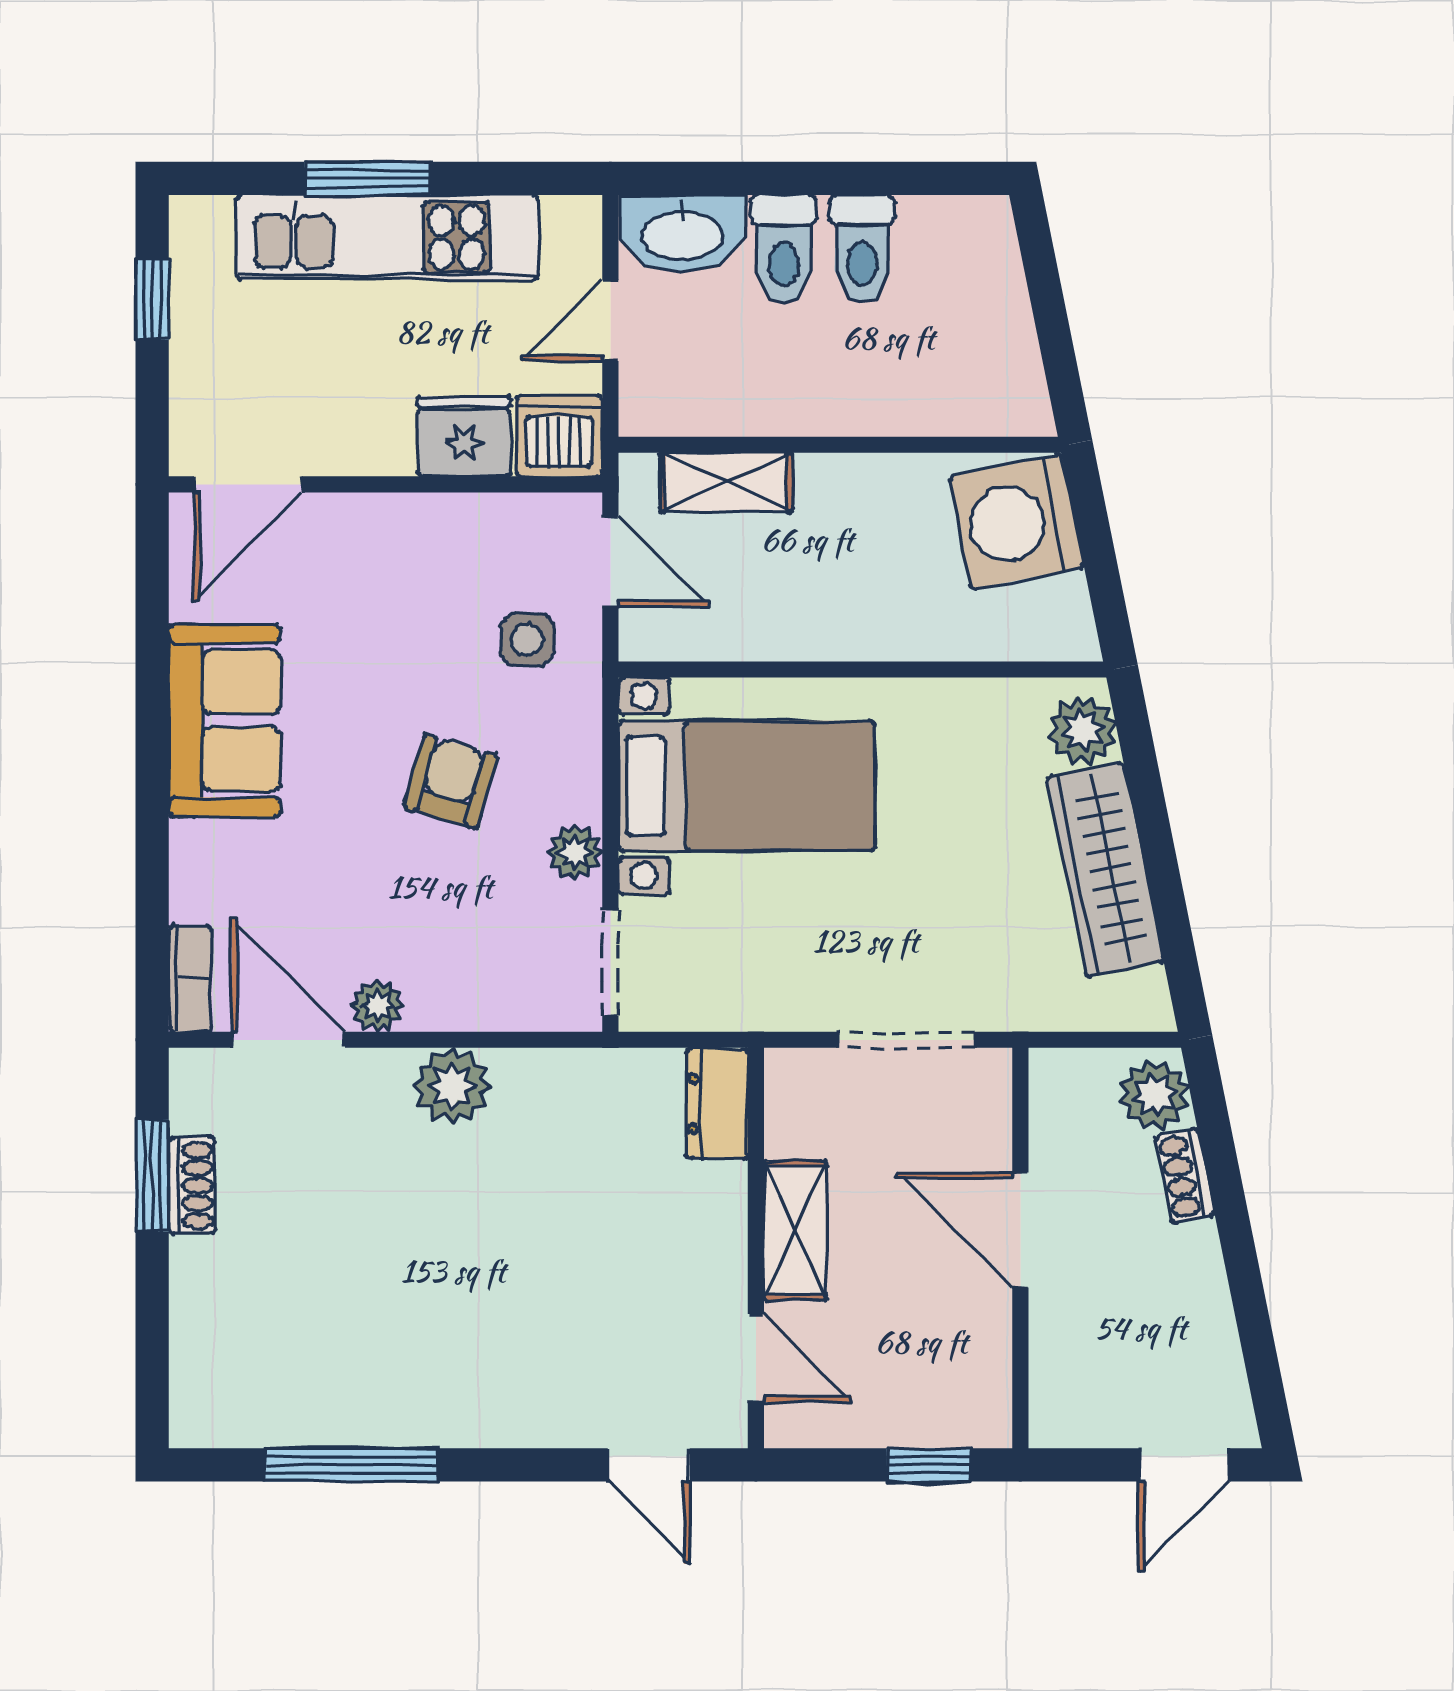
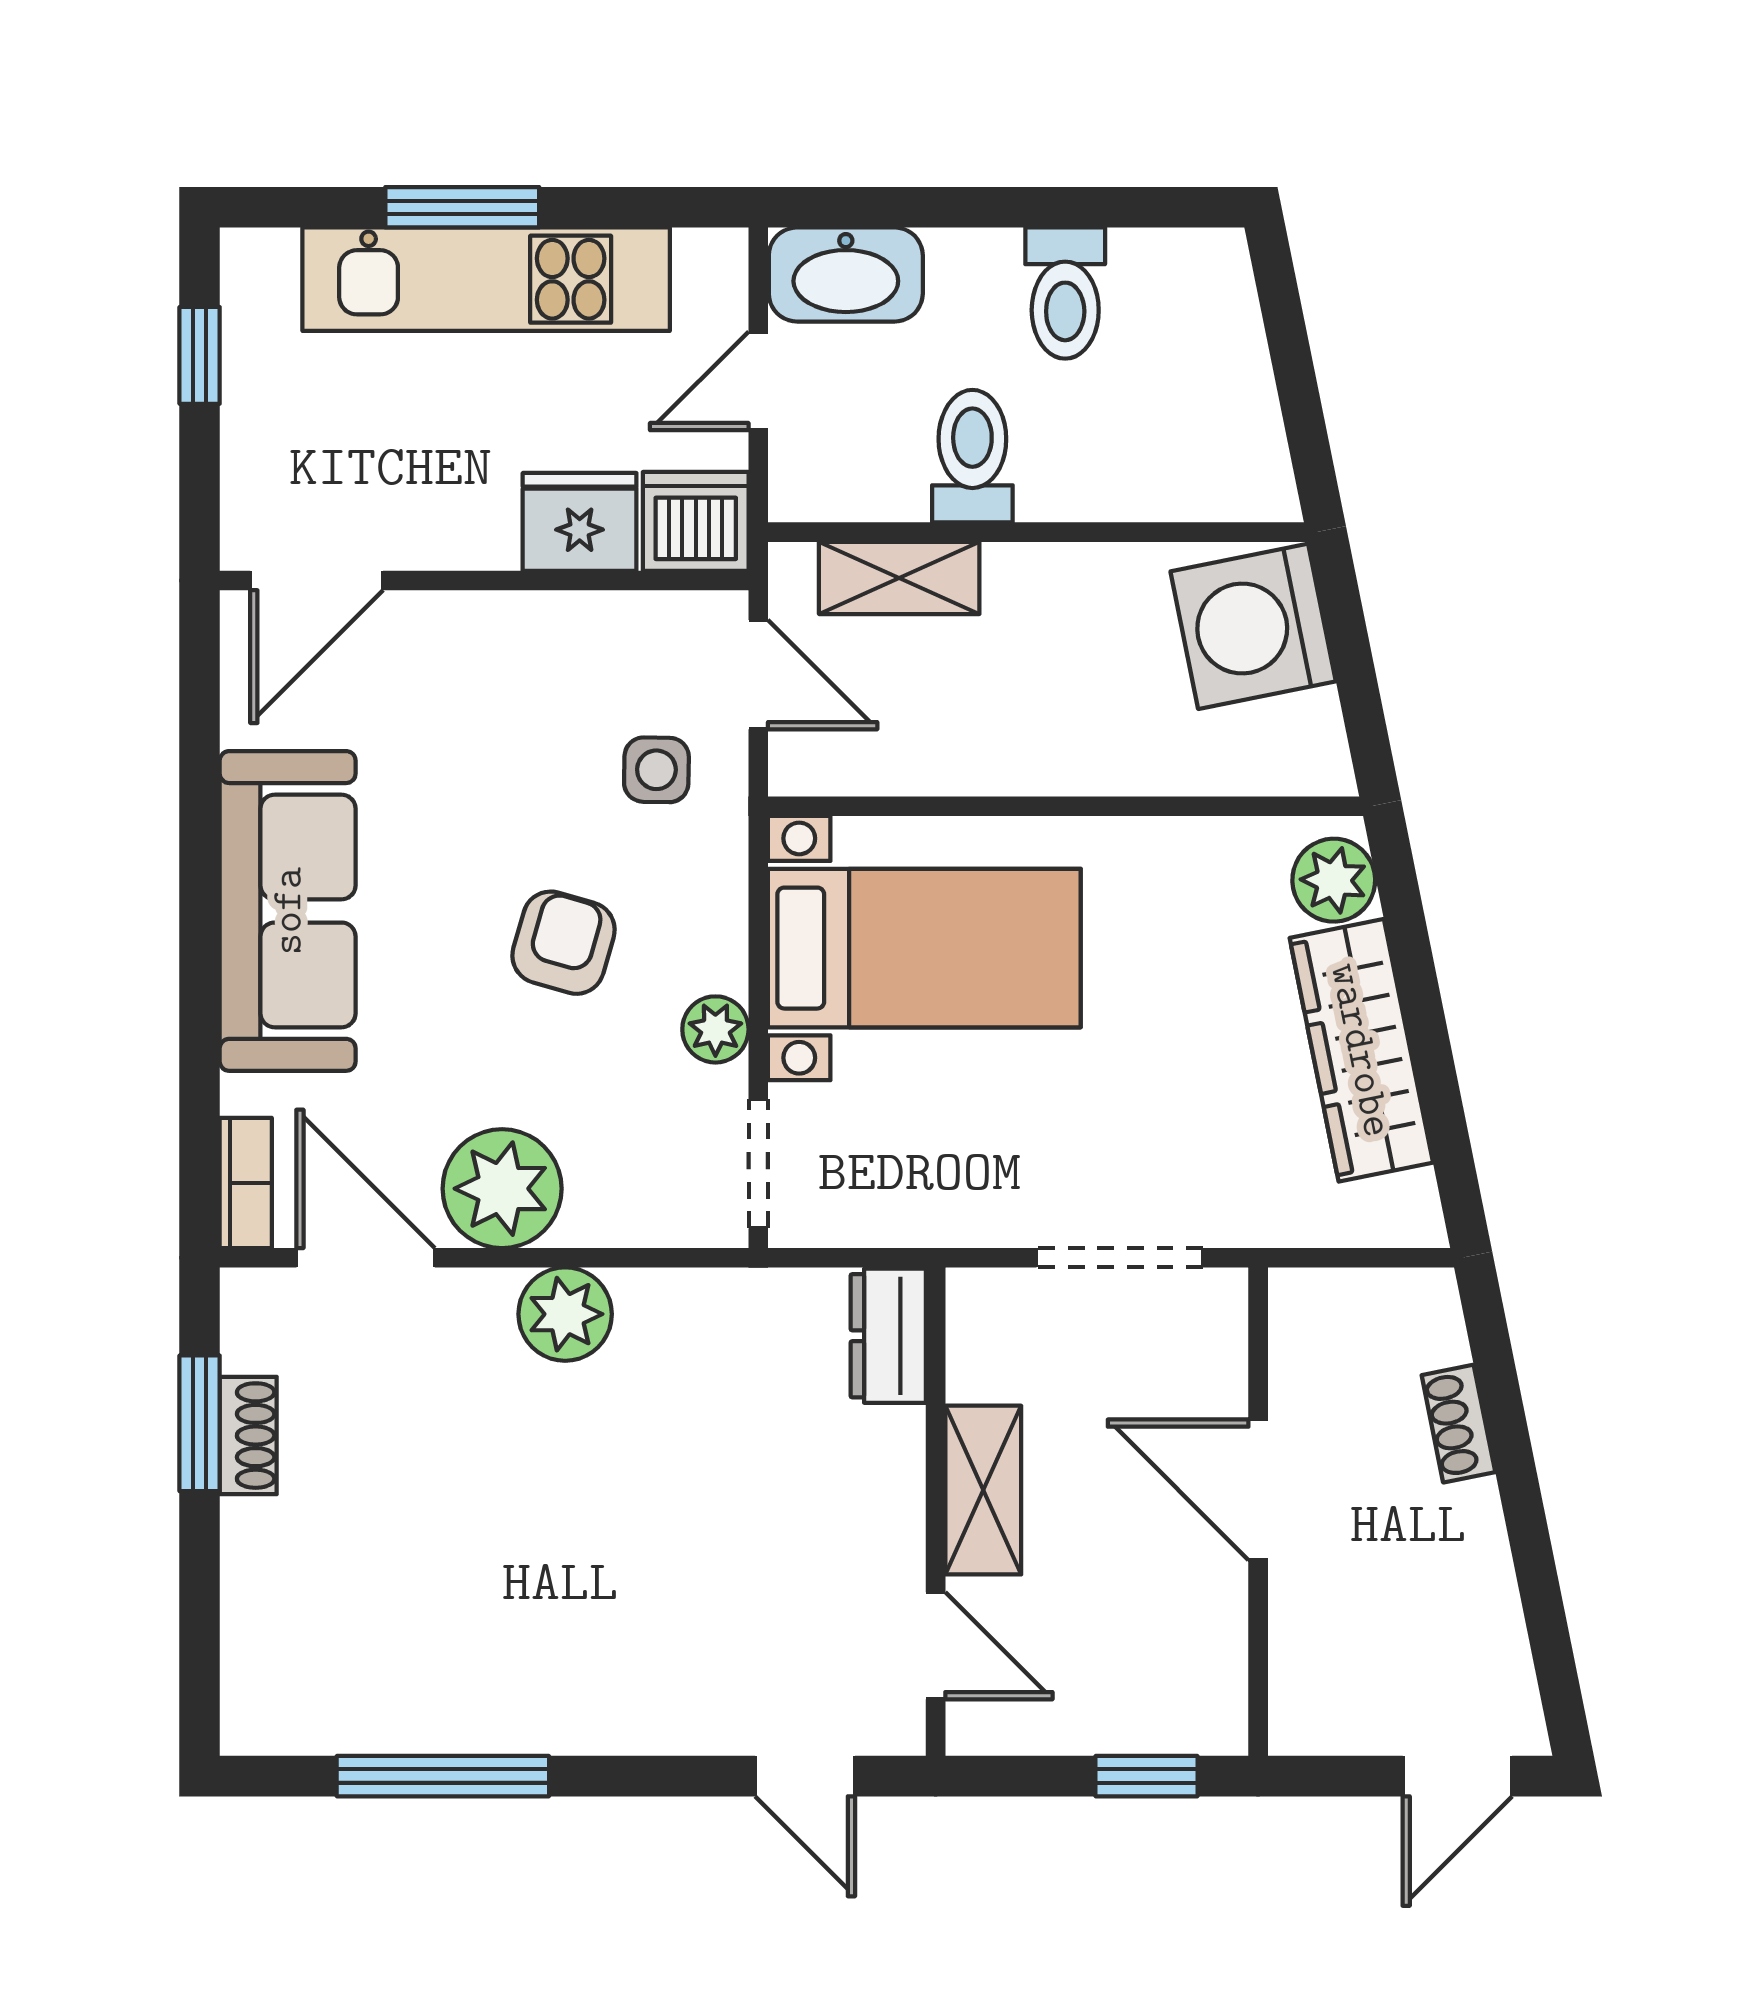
toilet: (784, 249) -> (972, 456), moved, turned 180
sofa: (224, 721) -> (288, 911), width x1.36
plant: (378, 1006) -> (502, 1189), width x1.88, depth x1.88
plant: (1154, 1095) -> (1422, 1325), removed

